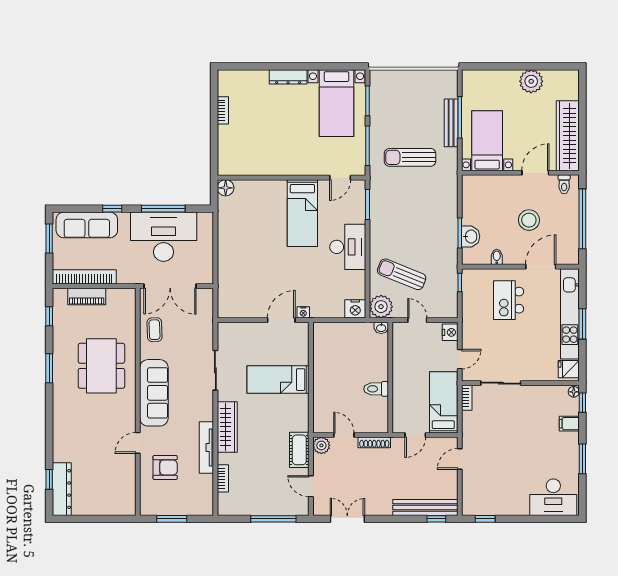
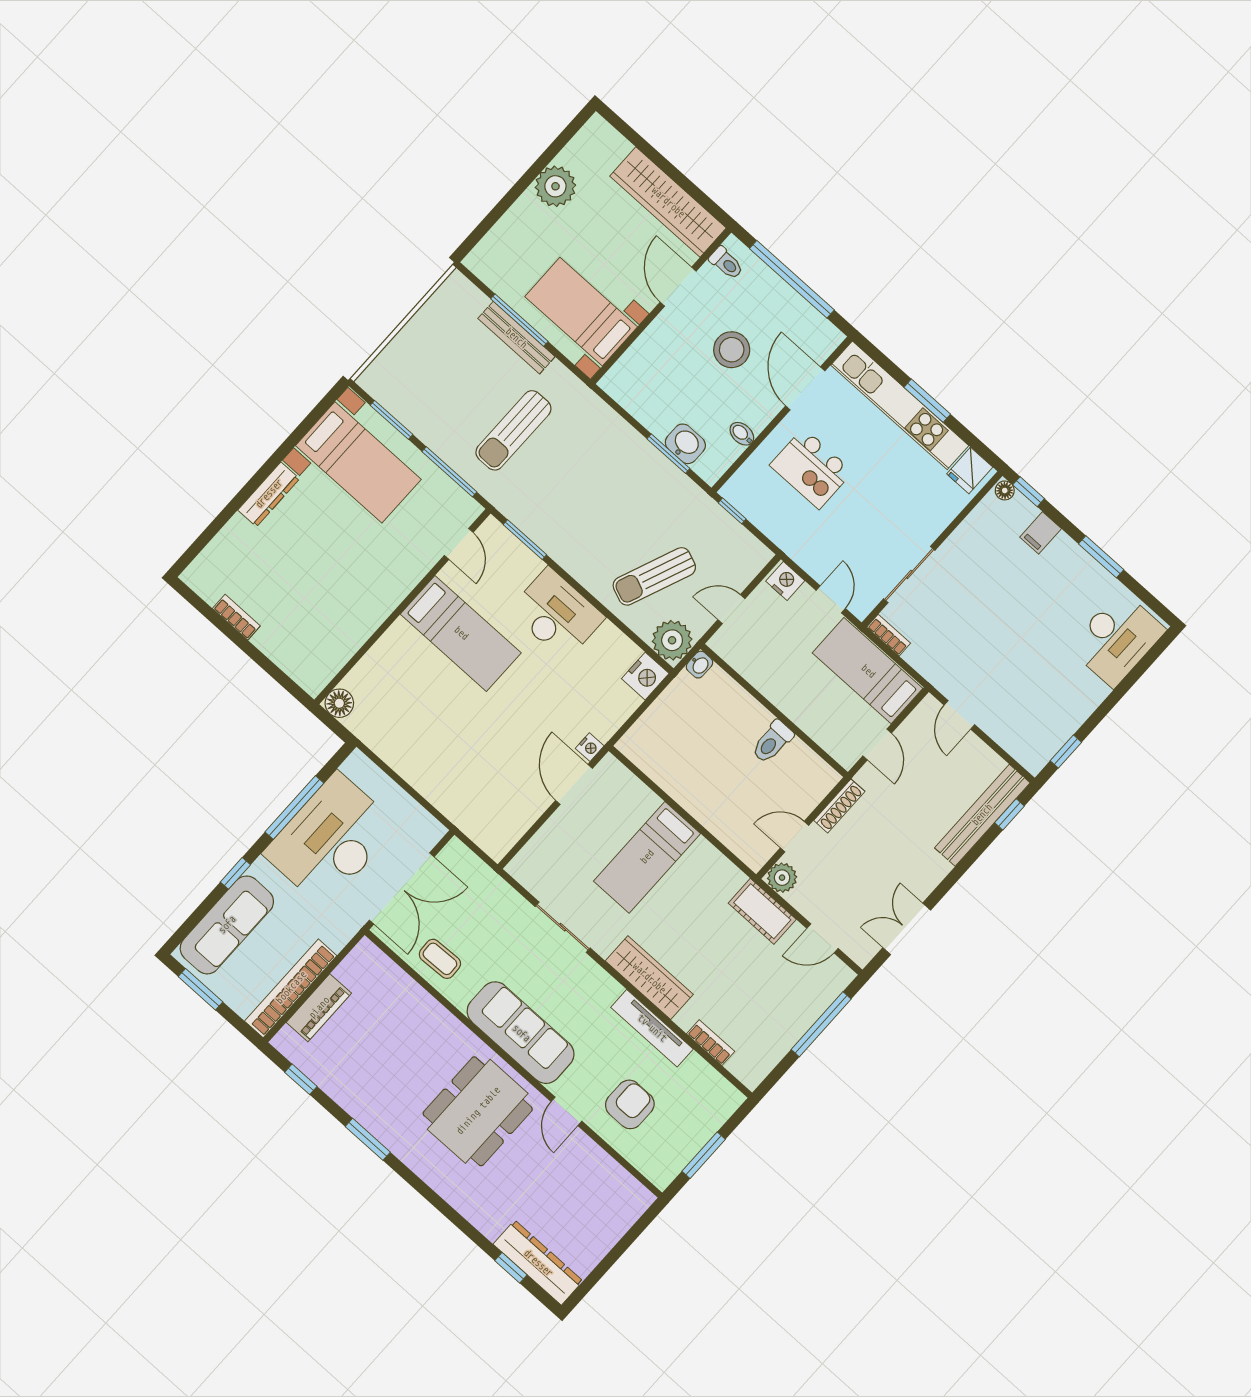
dining table: (101, 366) -> (478, 1111), moved, turned 90

